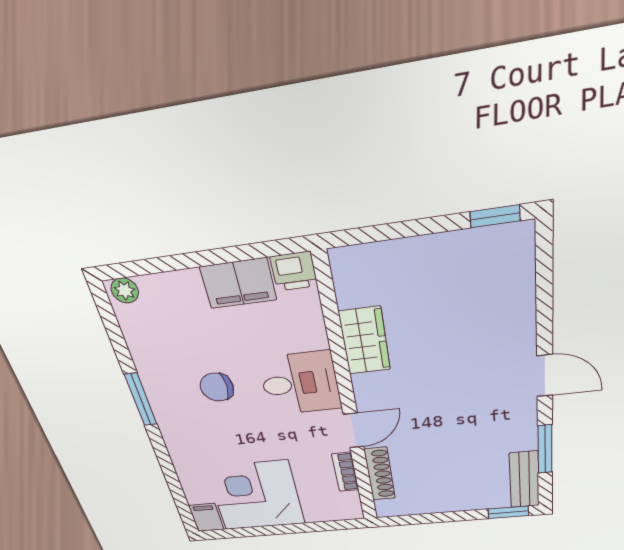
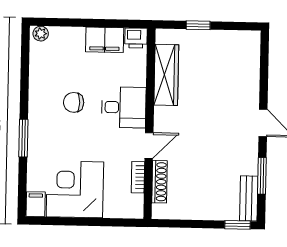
window: (495, 216) -> (198, 25), moved
wardrobe: (365, 341) -> (166, 75), width x1.50
window: (141, 400) -> (23, 138), moved

